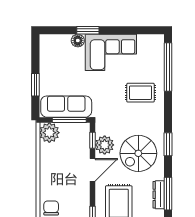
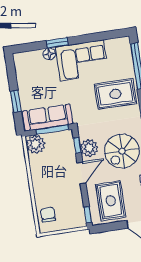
rug: (141, 93) -> (115, 94), width x1.36, depth x1.43

